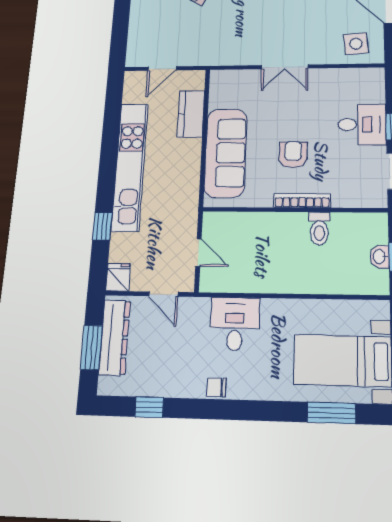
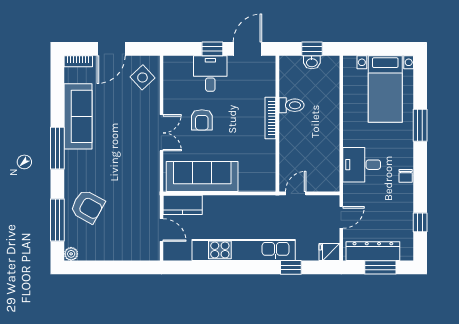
side table: (356, 44) -> (142, 77), turned -38
kitchen counter: (191, 114) -> (183, 205), moved
sofa: (226, 153) -> (202, 176), moved
armchair: (293, 155) -> (202, 120), moved, turned -90
door: (198, 253) -> (296, 193), moved
window: (331, 413) -> (420, 125), moved

